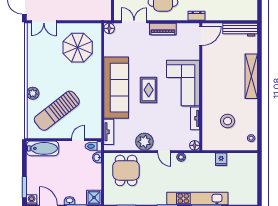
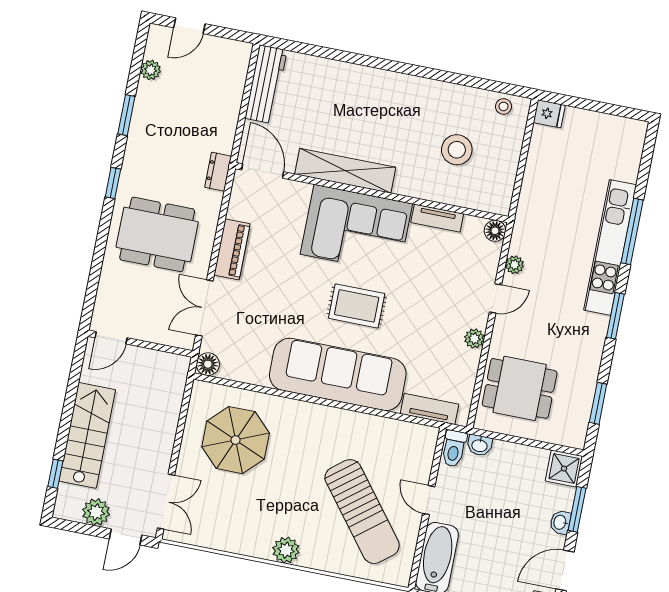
shelving: (251, 76) -> (345, 171), moved
plant: (33, 93) -> (286, 550), moved
door: (78, 140) -> (429, 500), moved
plant: (144, 142) -> (474, 338), width x0.53, depth x0.53
fridge: (221, 159) -> (549, 114), moved

